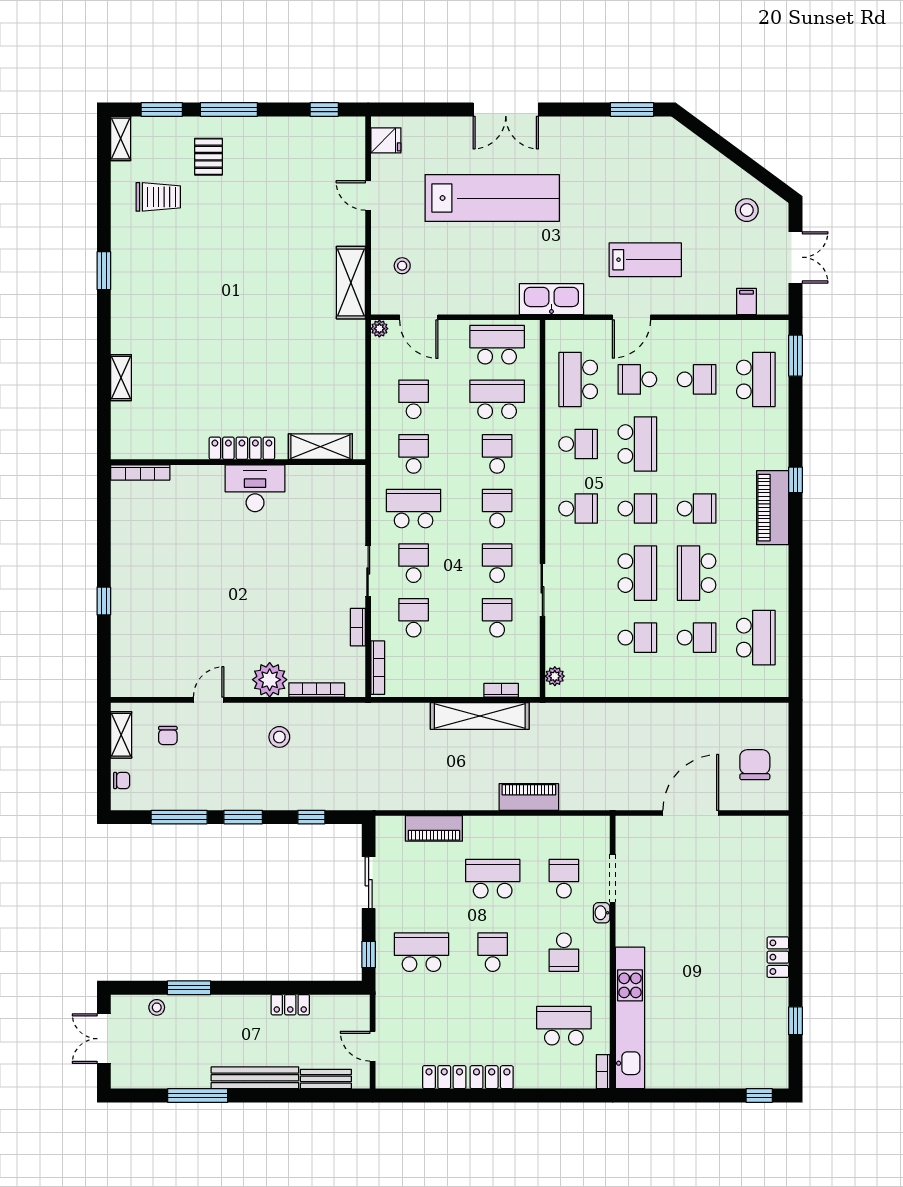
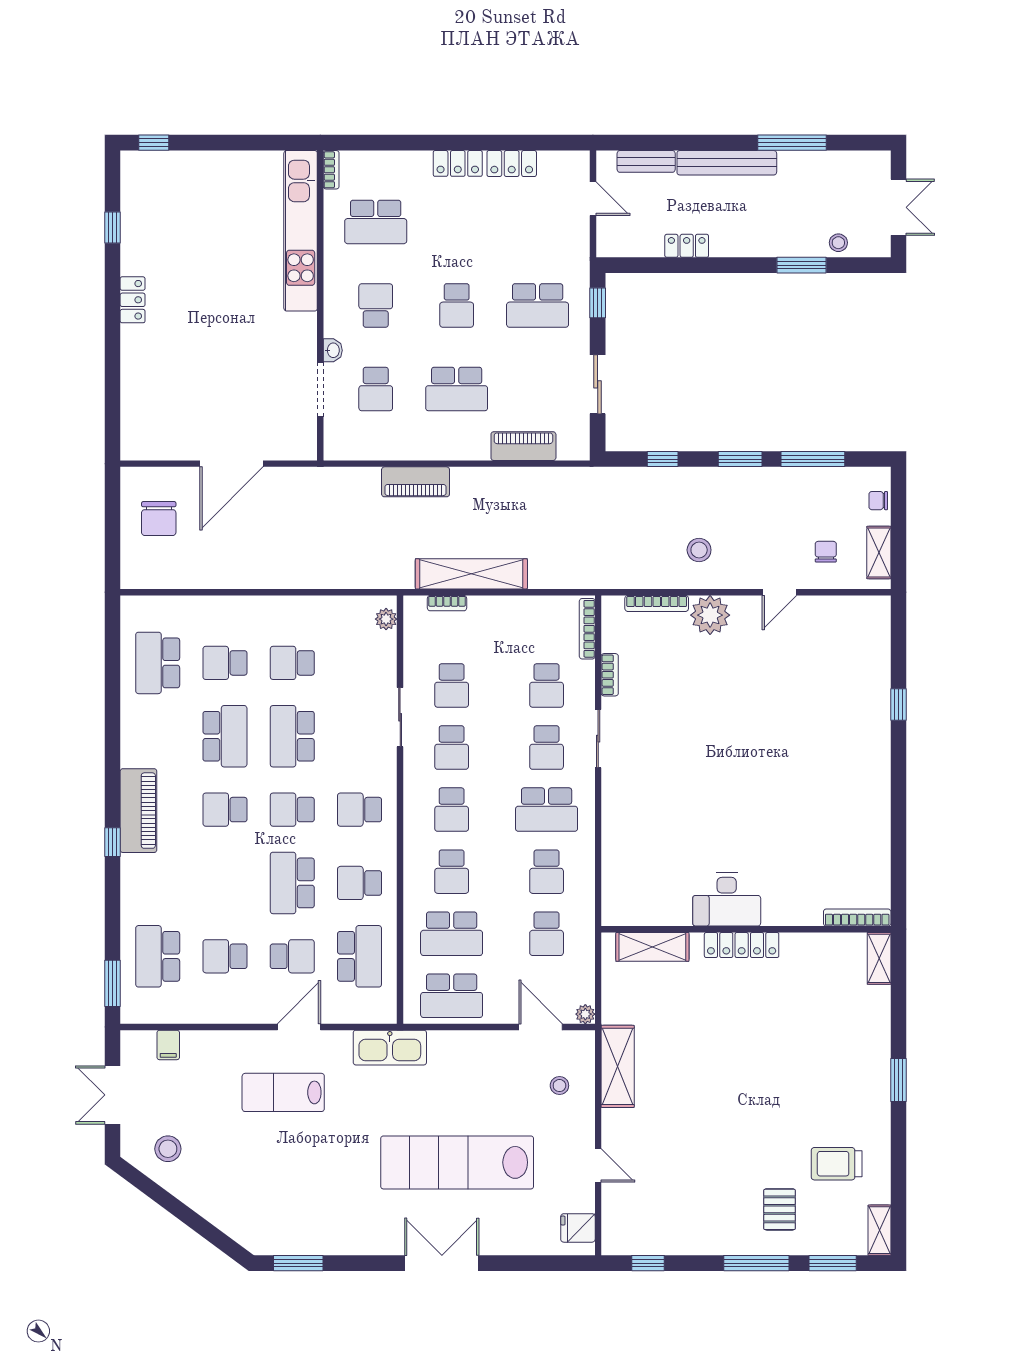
shelving: (320, 447) -> (652, 947), moved
locker: (242, 448) -> (742, 945), moved
wall: (238, 462) -> (746, 929), moved
bookcase: (140, 472) -> (857, 918), moved
desk: (255, 488) -> (727, 900), moved

